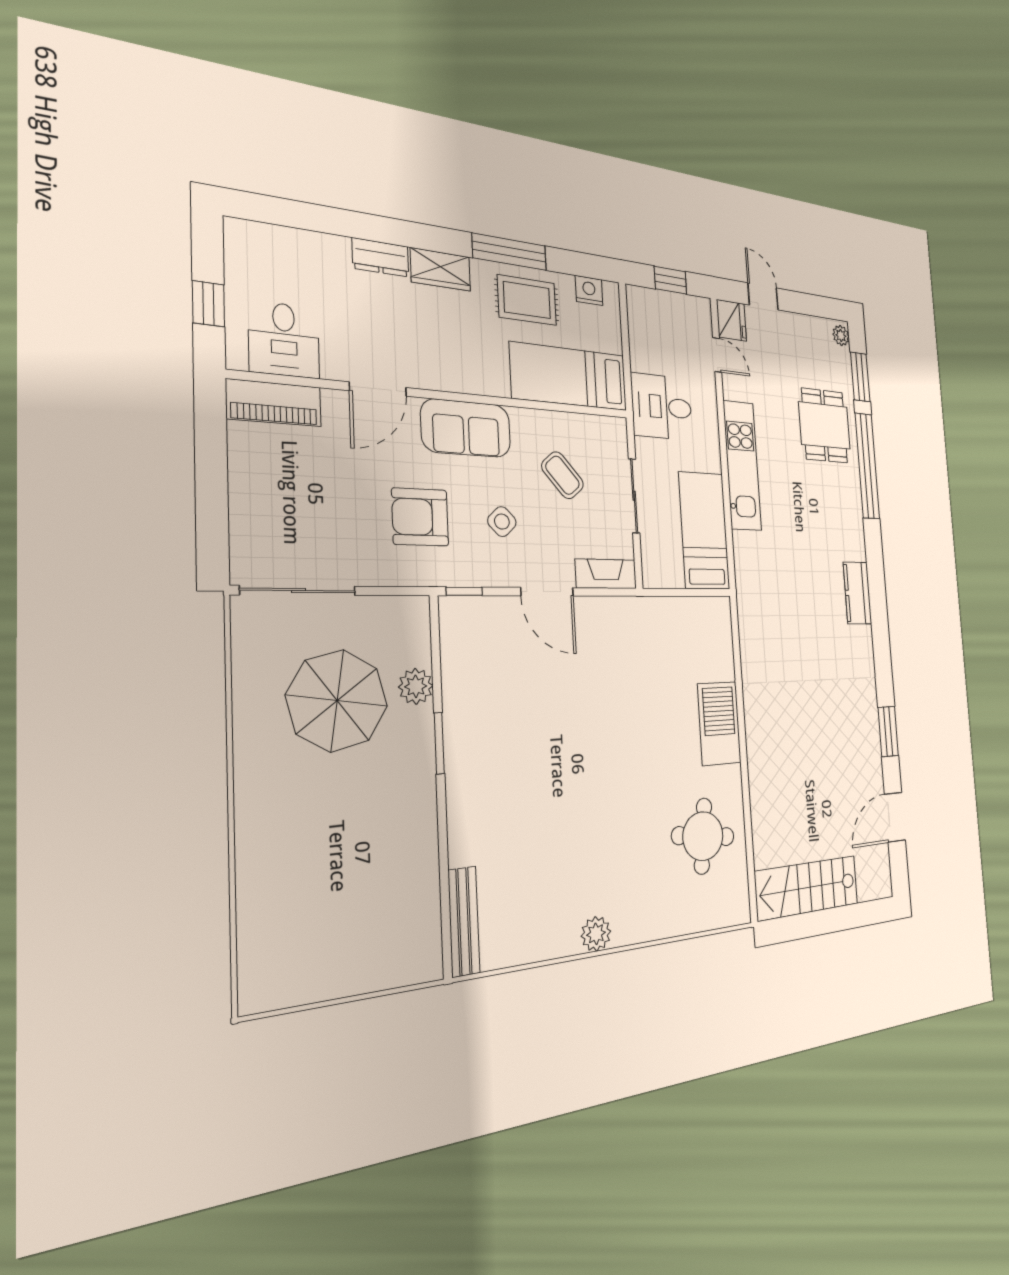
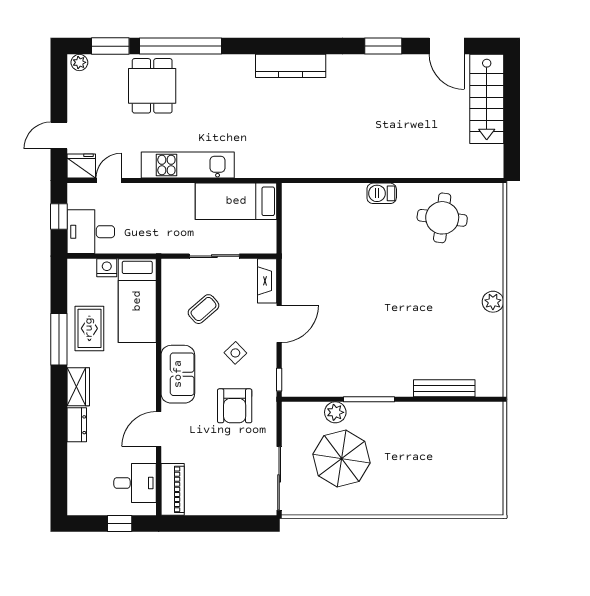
nightstand: (589, 291) -> (107, 268), moved, turned 90
door: (378, 389) -> (159, 429), swing flipped
desk: (662, 407) -> (91, 232), moved, turned 90
dining table: (824, 426) -> (152, 86), turned 90
kitchen counter: (857, 593) -> (291, 66), width x1.50
barbecue: (719, 723) -> (382, 193), width x0.53, depth x0.65
window: (439, 743) -> (369, 399), width x1.44
stairs: (807, 888) -> (487, 99), moved
bench: (464, 921) -> (444, 388), moved

